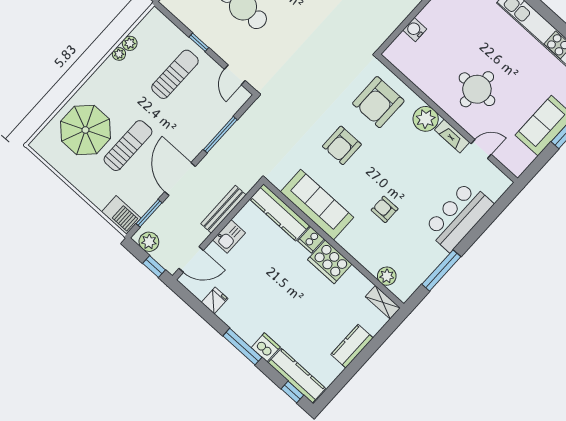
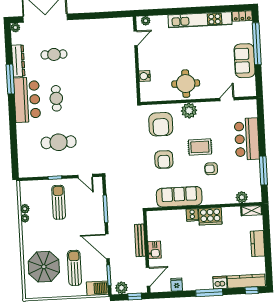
round table: (477, 89) -> (186, 84), moved
fireplace: (452, 136) -> (208, 106), removed
sun lounger: (128, 146) -> (74, 268), moved
rug: (397, 172) -> (200, 147), added
kitchen counter: (280, 212) -> (166, 217), removed

